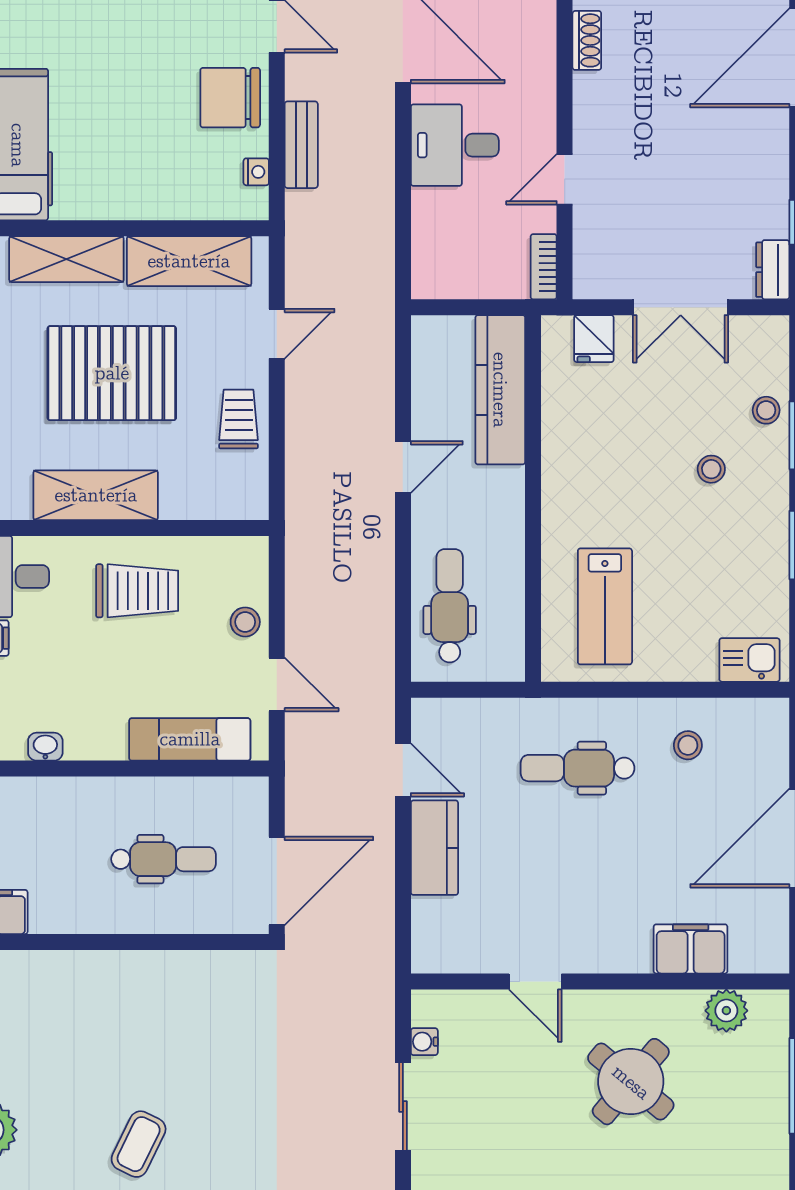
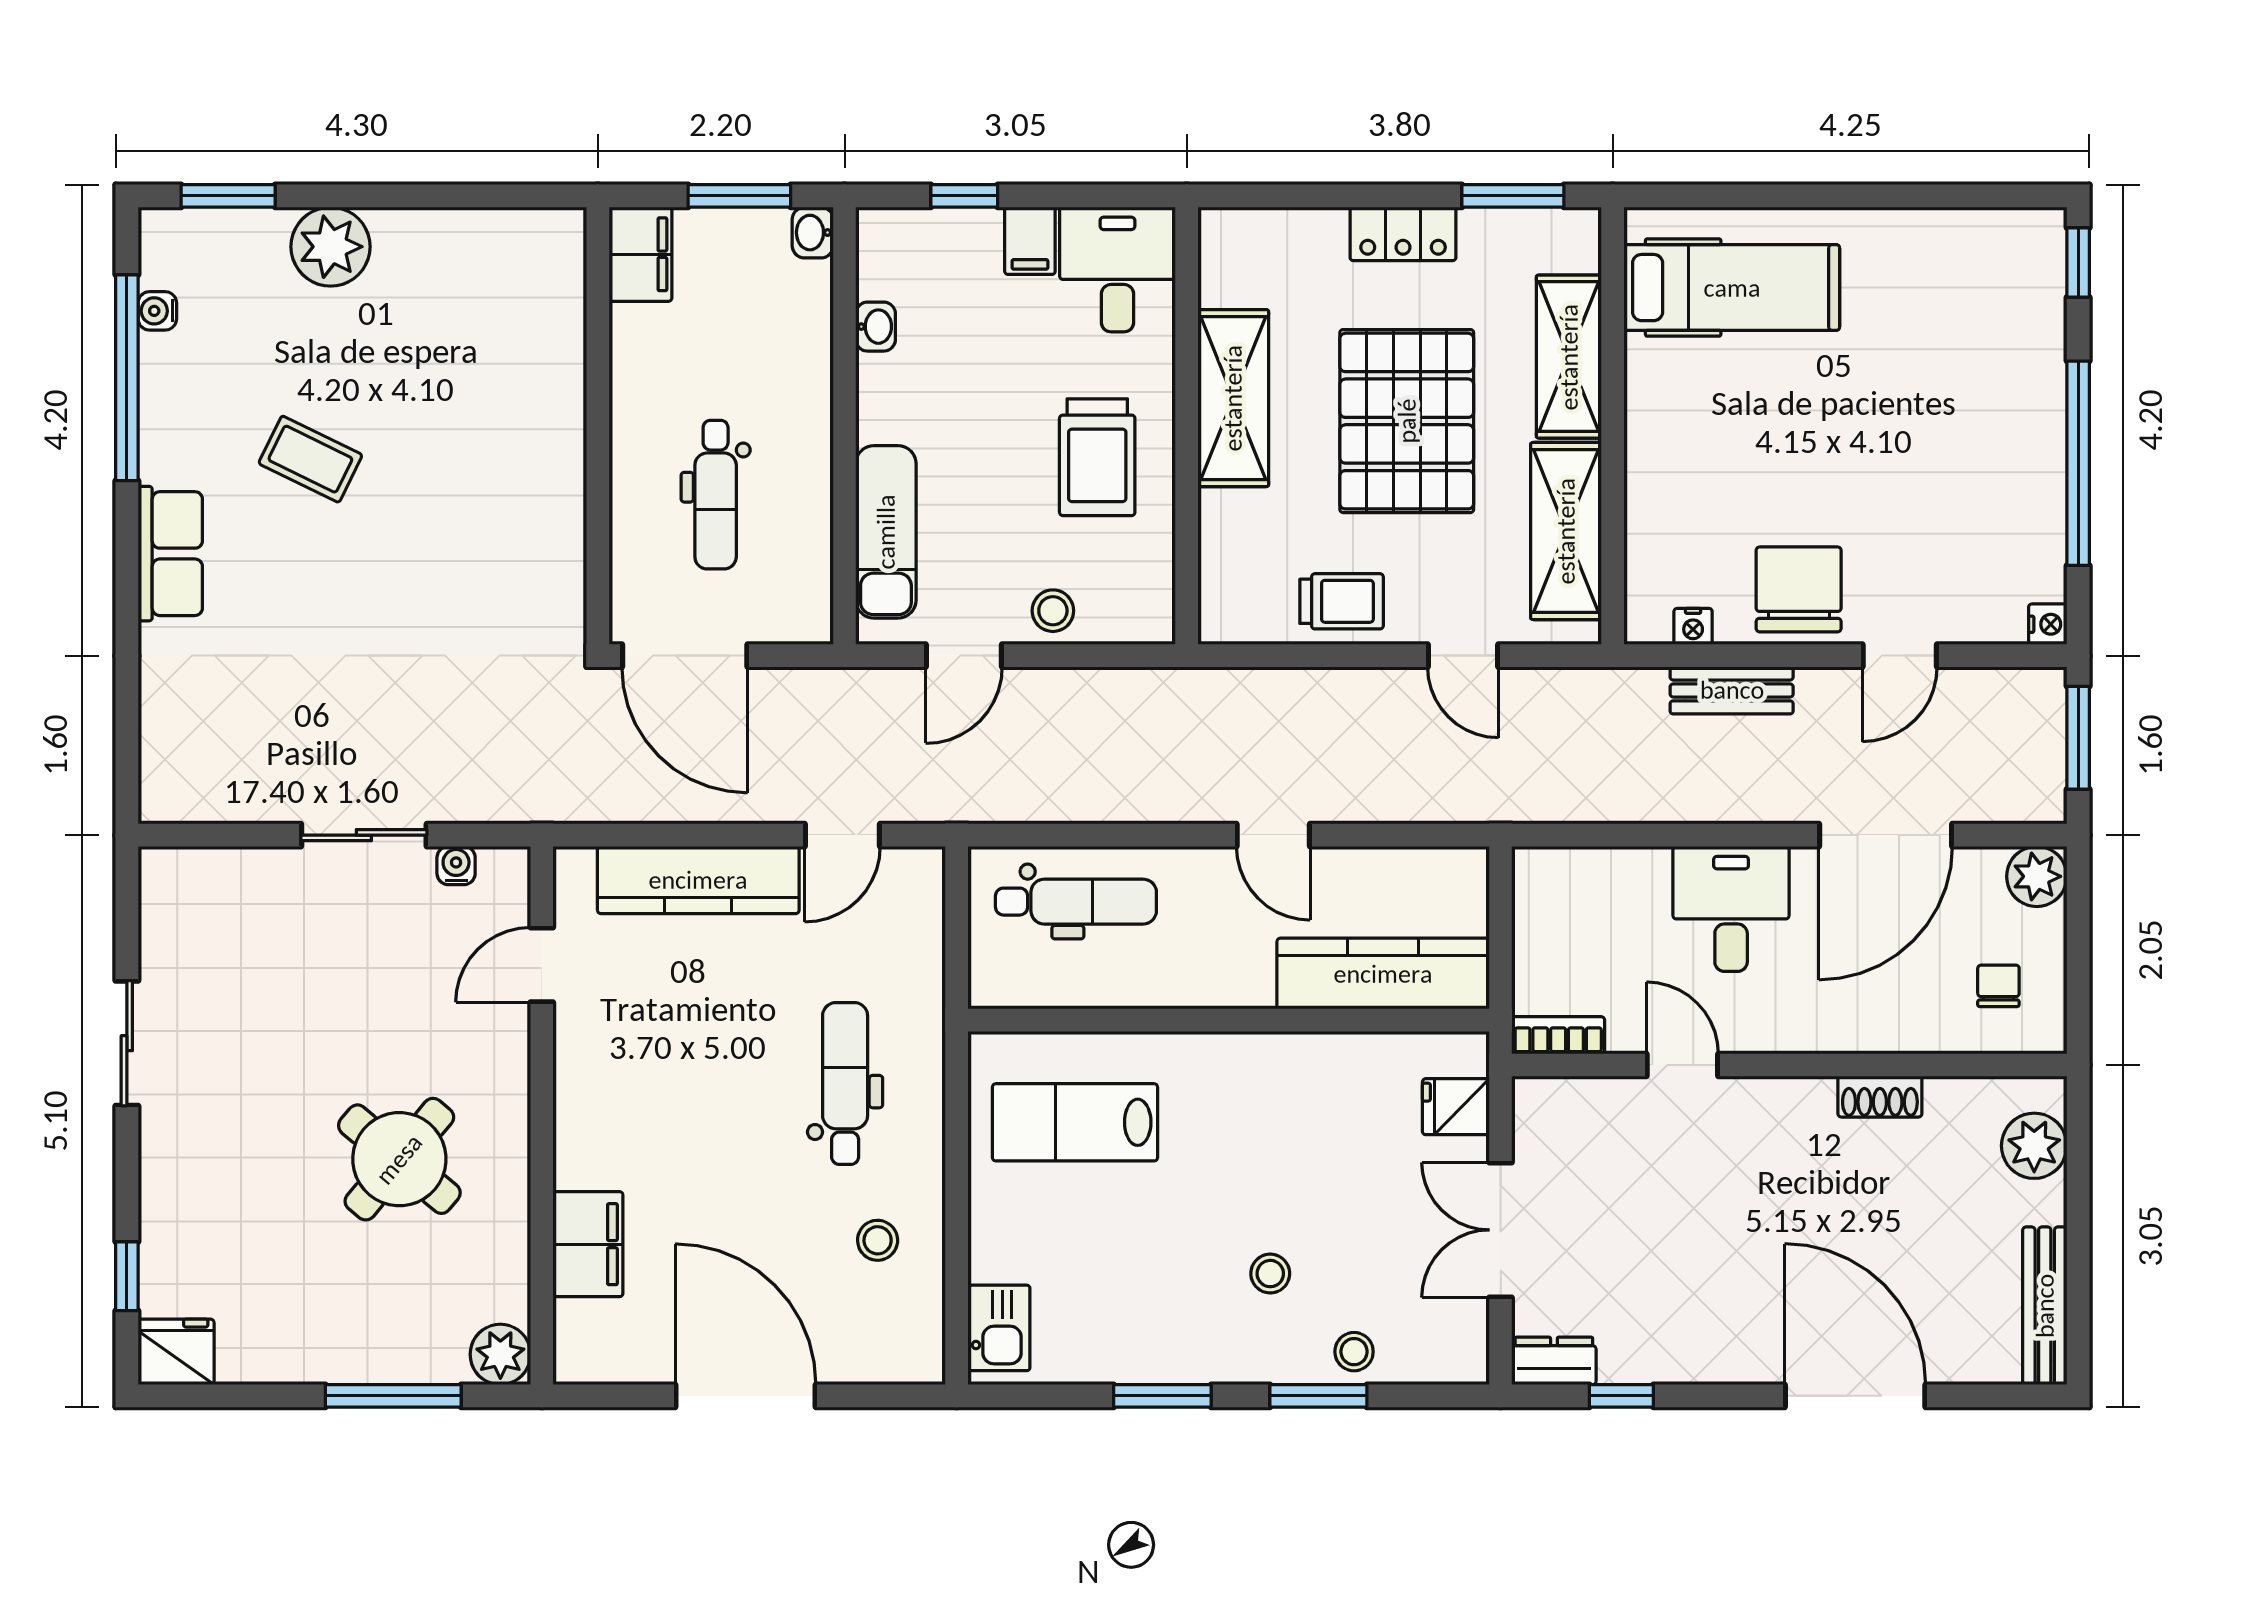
kitchen counter: (434, 848) -> (698, 880), width x1.50
door: (535, 981) -> (542, 965), moved
plant: (726, 1011) -> (500, 1354), moved

